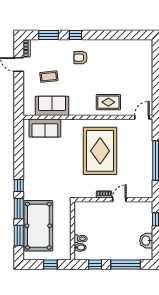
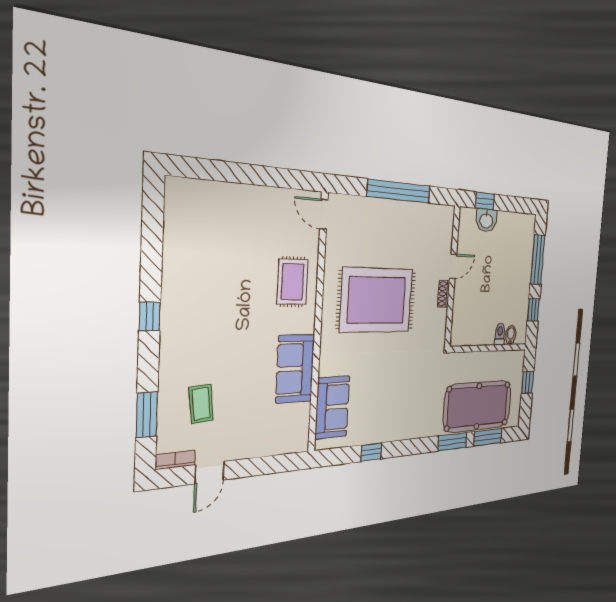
window: (76, 35) -> (150, 316), moved
armchair: (81, 58) -> (200, 341), removed
coffee table: (49, 77) -> (201, 404), moved
sofa: (52, 106) -> (295, 369), moved
window: (19, 185) -> (371, 452), moved
door: (119, 200) -> (453, 266), swing flipped
washbasin: (146, 241) -> (486, 220), moved

